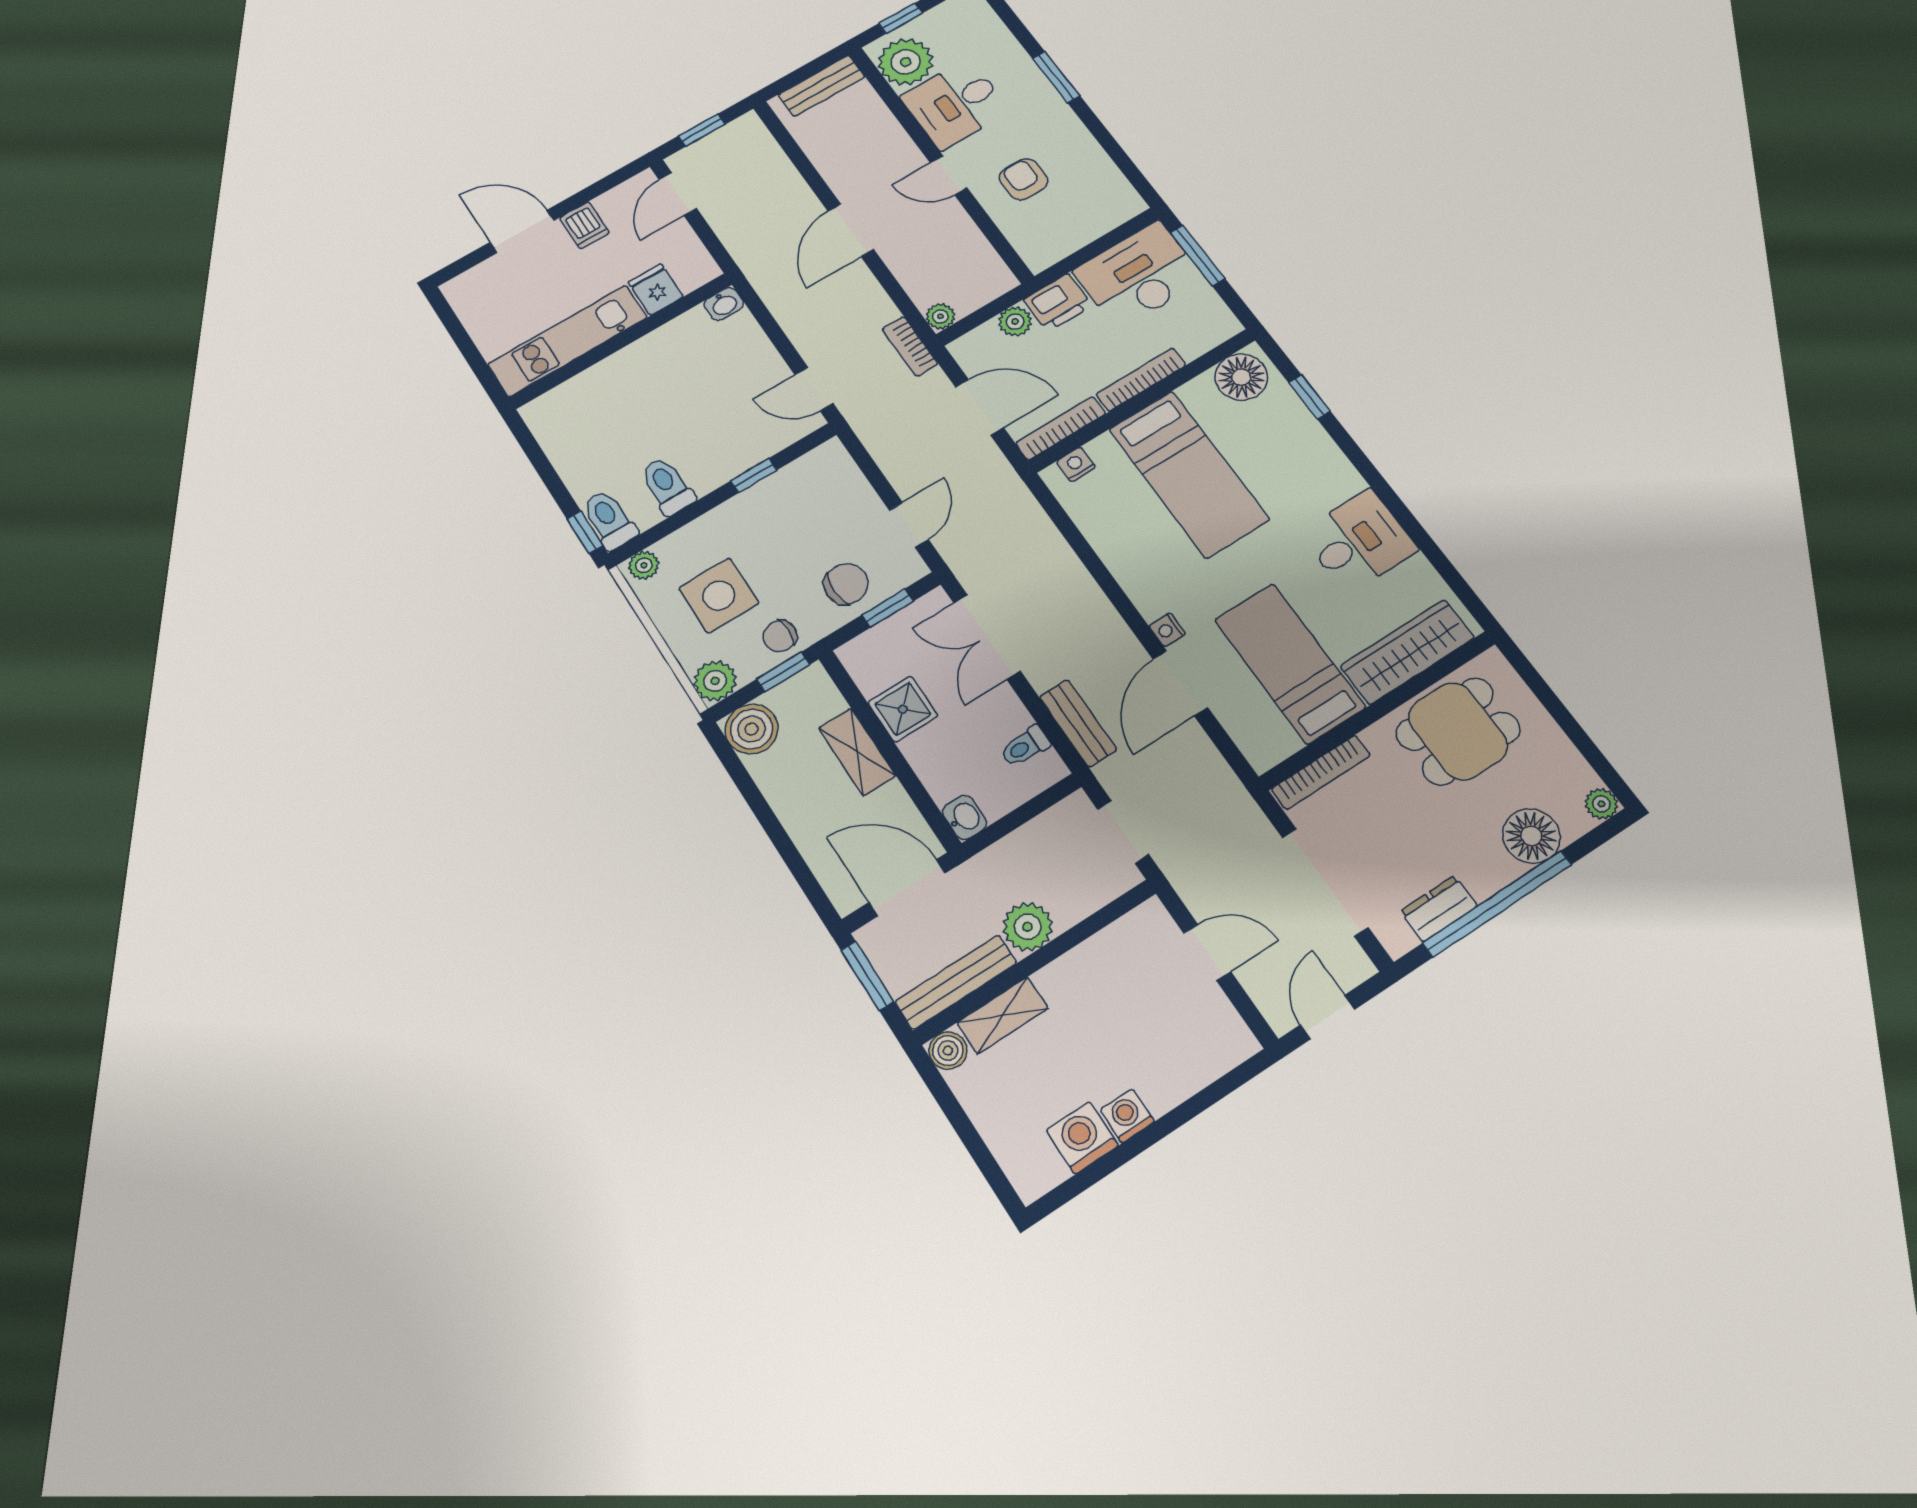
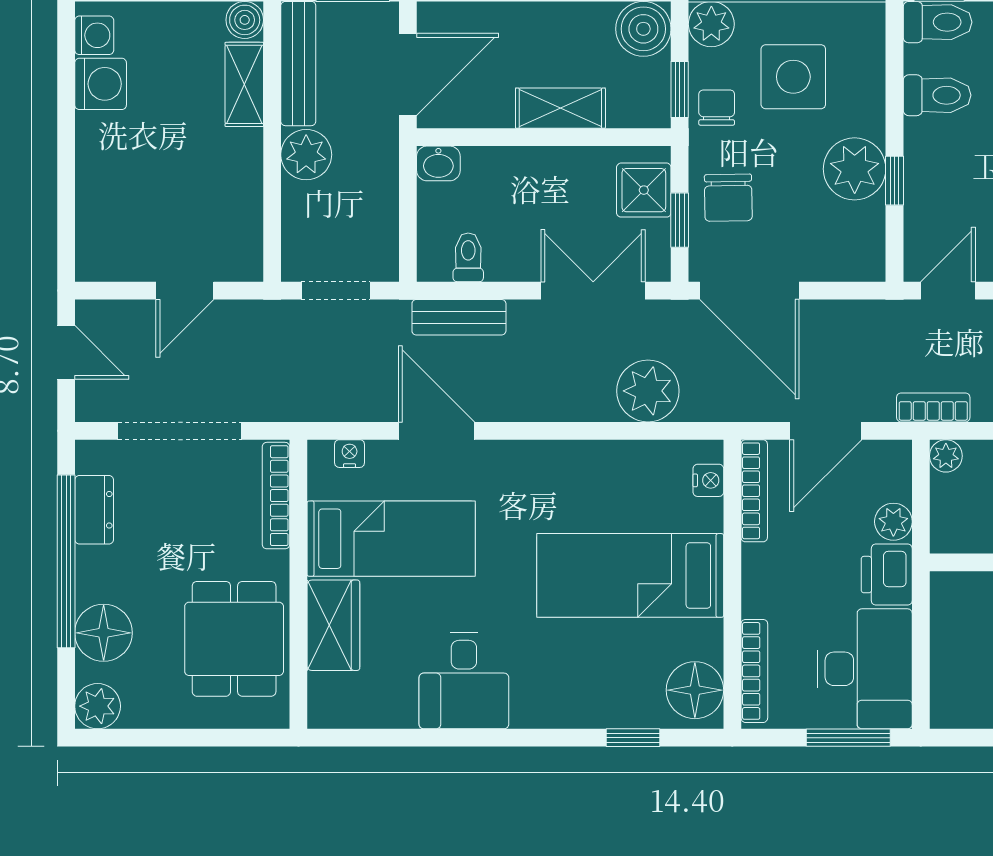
bookcase: (1141, 380) -> (754, 671), moved
door: (909, 525) -> (749, 291), width x1.88
plant: (1038, 549) -> (648, 391), added
plant: (644, 565) -> (855, 169), moved, width x1.88, depth x1.88
nightstand: (1167, 630) -> (350, 454), moved
wardrobe: (1407, 652) -> (333, 625), width x0.67
shower: (903, 709) -> (644, 190), moved
plant: (1601, 804) -> (98, 706), width x1.38, depth x1.38
washing machine: (1127, 1116) -> (94, 35), moved

